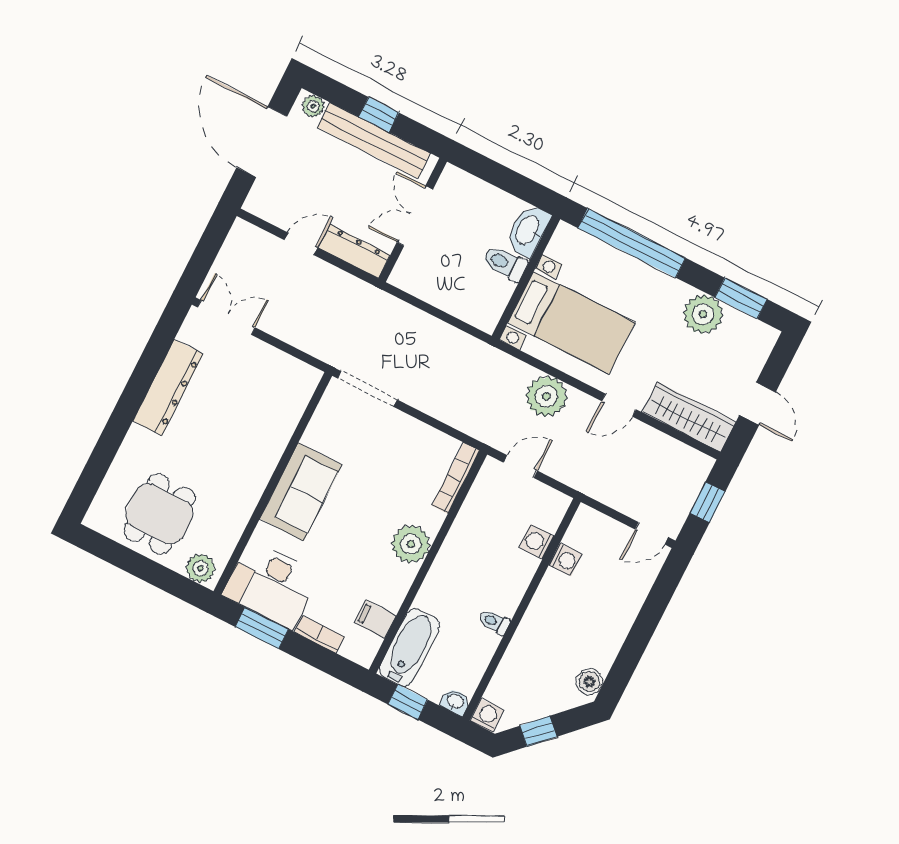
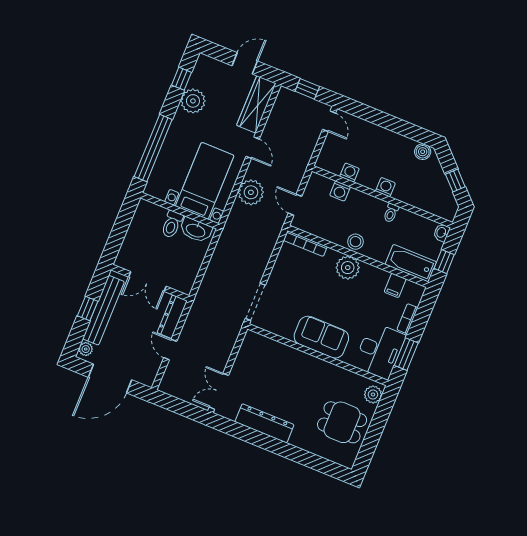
washbasin: (528, 231) -> (196, 230), moved
window: (741, 298) -> (181, 79), width x0.67
stool: (452, 560) -> (355, 242), added
washing machine: (487, 716) -> (385, 187), moved, turned 90

